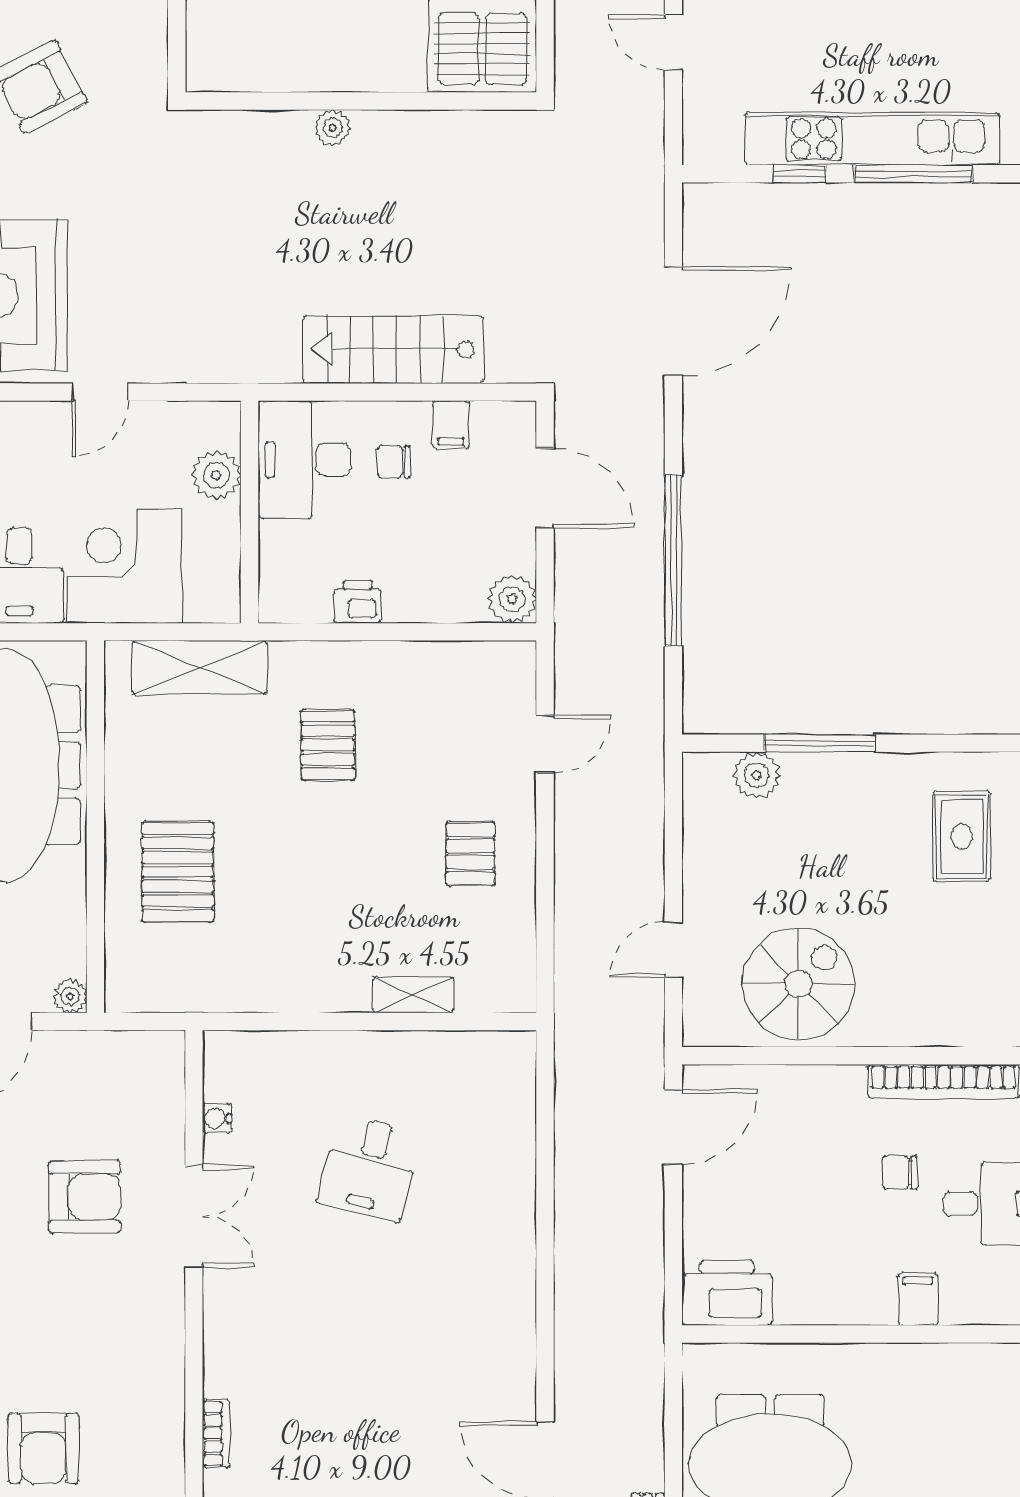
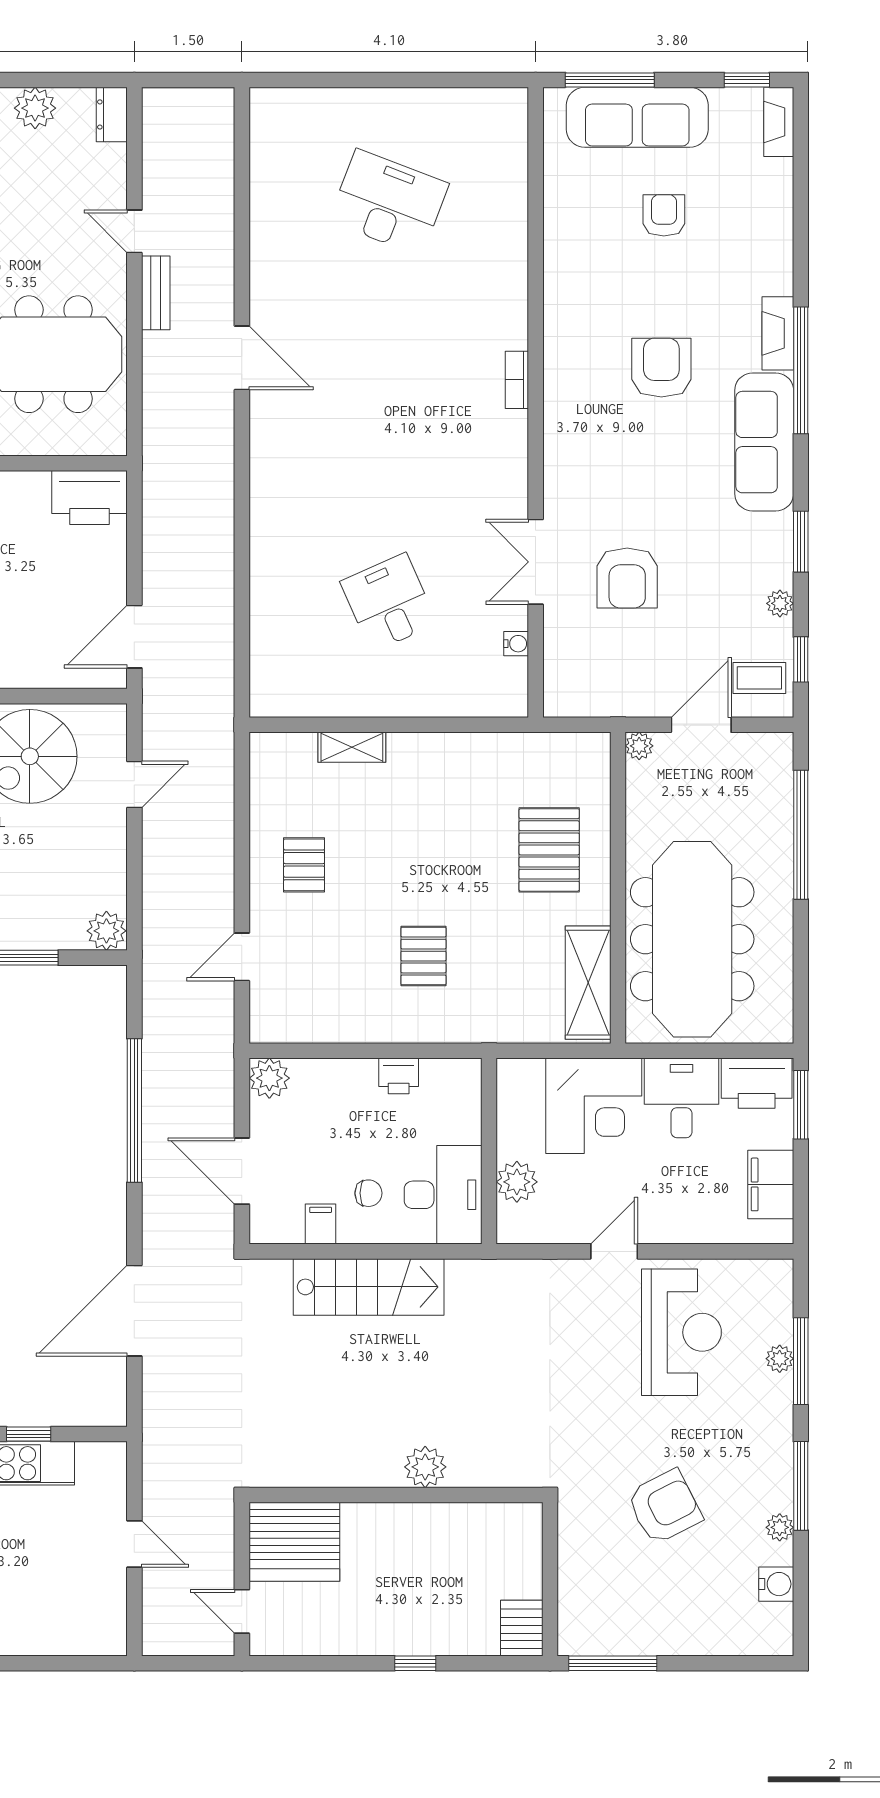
plant: (333, 128) -> (425, 1467), width x1.38, depth x1.38
shelving: (199, 668) -> (588, 983), moved, turned 90
plant: (757, 775) -> (106, 931), moved
desk: (369, 1168) -> (389, 602), turned -39
armchair: (84, 1197) -> (627, 578), turned -90

